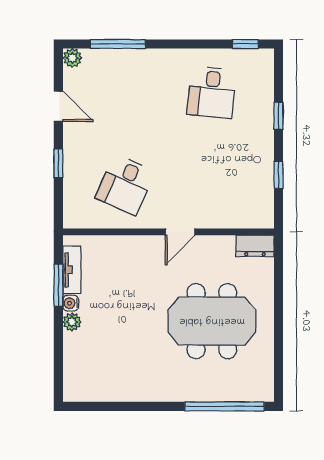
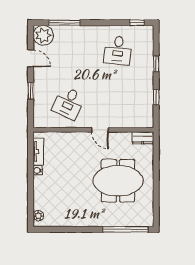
plant: (72, 58) -> (43, 35), width x1.87, depth x1.87
door: (180, 232) -> (100, 130), hinge flipped
window: (58, 285) -> (31, 160), removed
plant: (72, 322) -> (38, 216), moved

